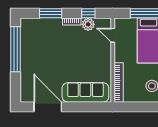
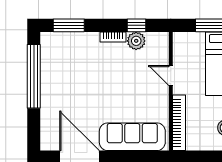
window: (51, 13) -> (69, 25), moved
door: (113, 35) -> (171, 76), moved

